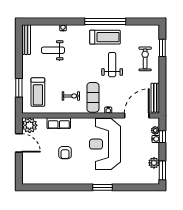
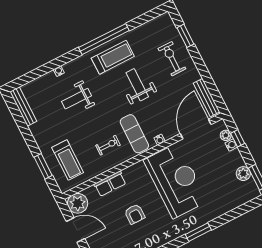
weight bench: (53, 50) -> (77, 99), moved
reception desk: (105, 144) -> (176, 181), turned 180

